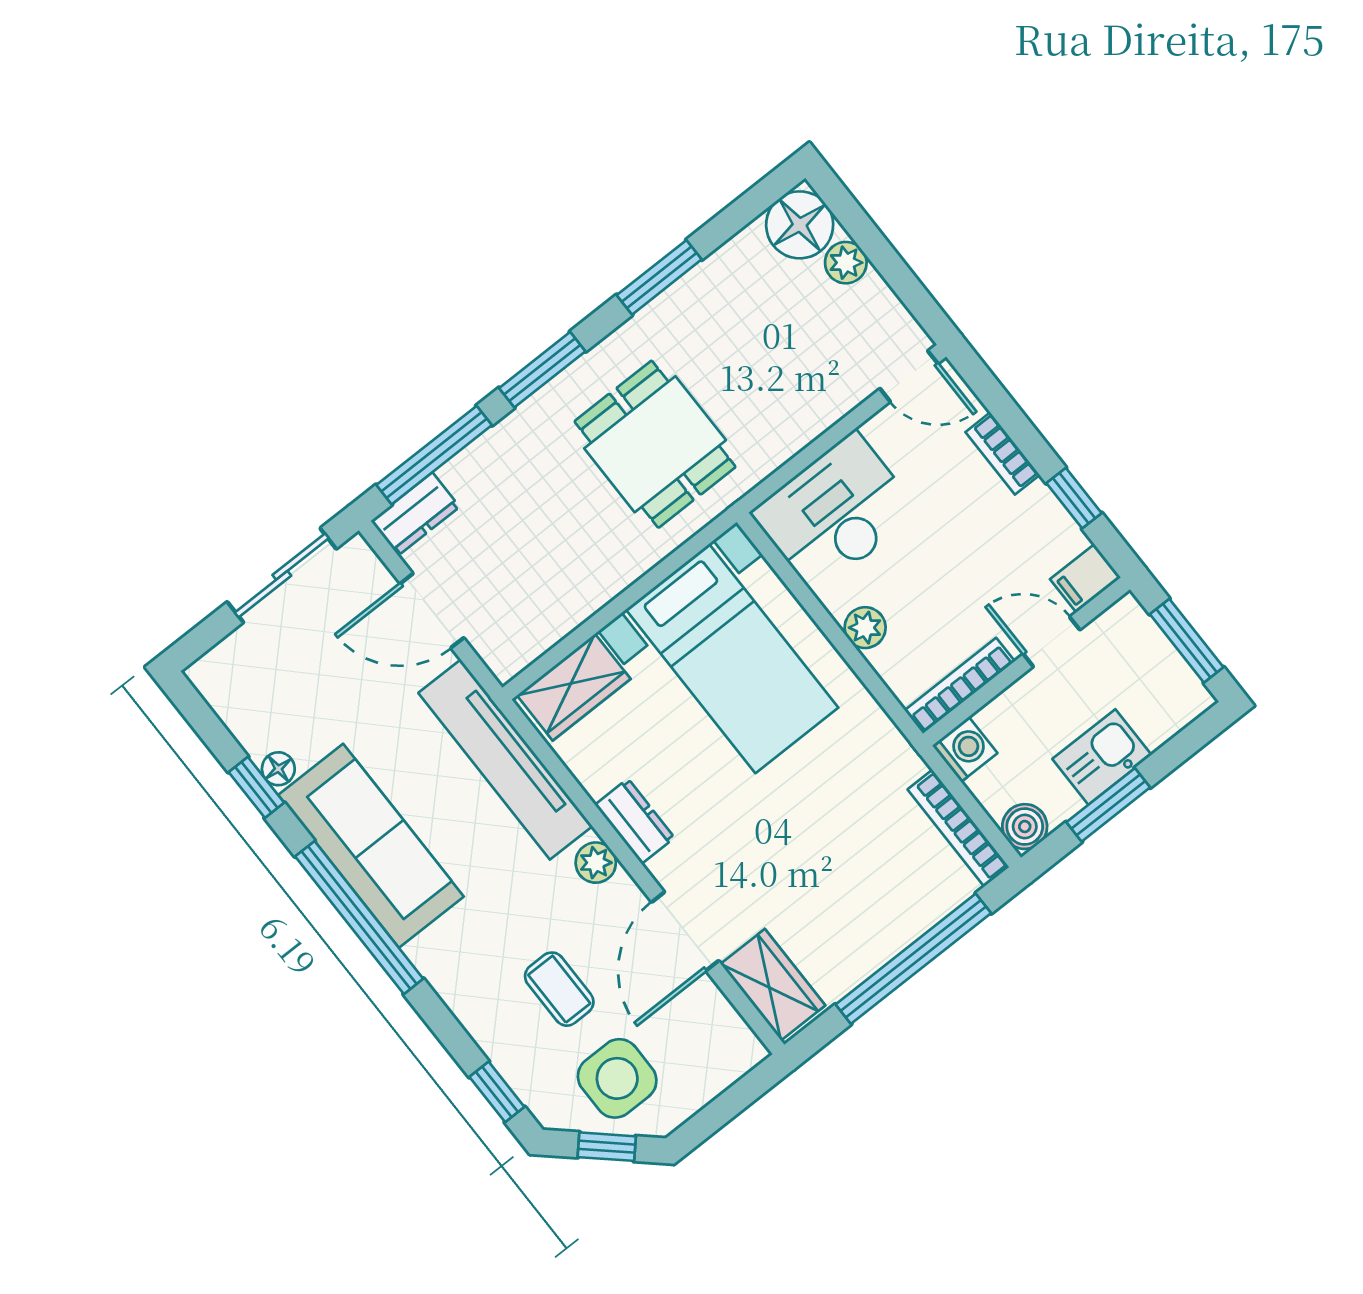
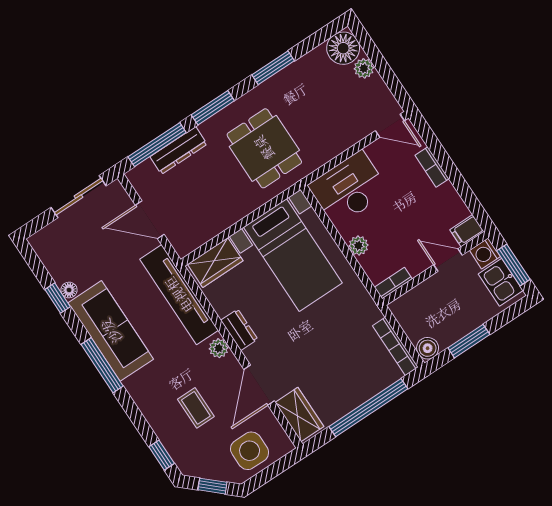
window: (1074, 498) -> (465, 191), removed
dresser: (415, 514) -> (179, 150), moved, width x1.44
bookcase: (960, 686) -> (393, 283), width x0.64
washing machine: (965, 749) -> (485, 253), moved, turned 180
kitchen sink: (1102, 757) -> (501, 282), moved, turned -90
window: (359, 918) -> (102, 365), width x0.68
side table: (617, 1078) -> (250, 451), moved

